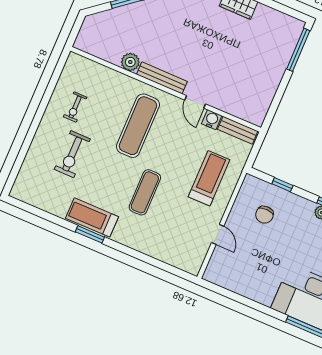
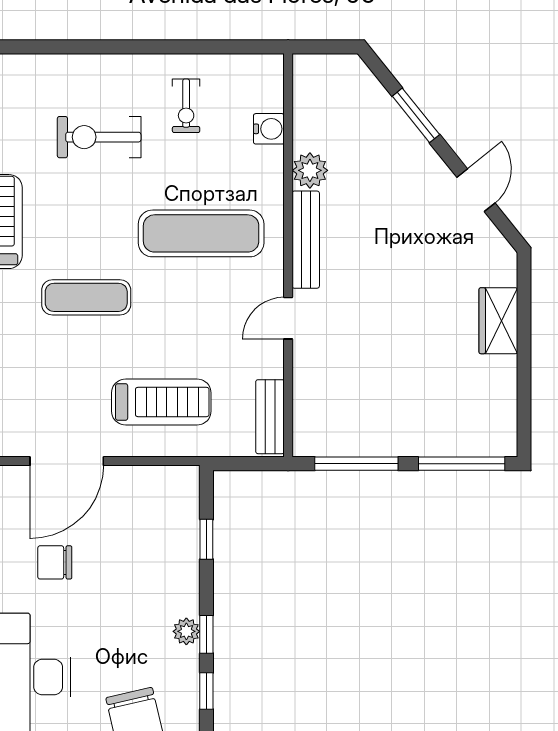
window: (277, 99) -> (356, 464), added
exercise bike: (75, 107) -> (186, 106), turned -90
water cooler: (212, 120) -> (269, 129), moved
chair: (264, 215) -> (55, 562), moved
door: (218, 234) -> (67, 461), width x1.88

